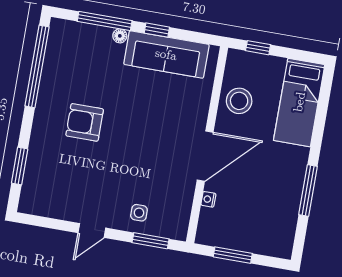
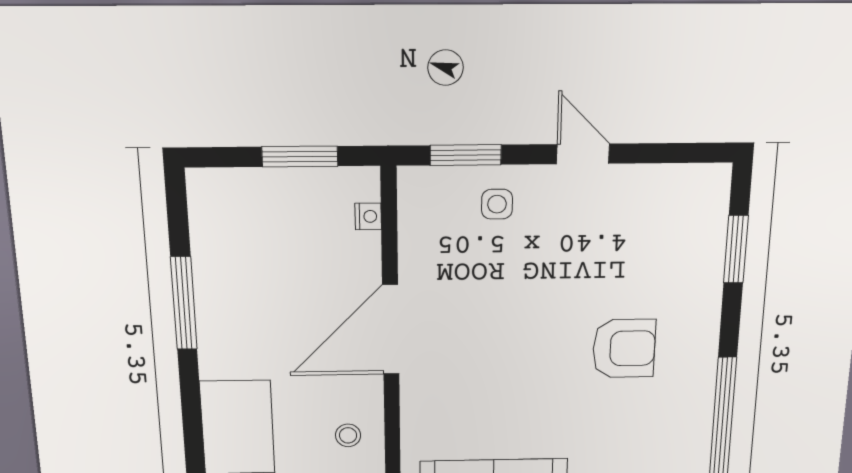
stool: (239, 101) -> (348, 435), width x0.53, depth x0.53
nightstand: (208, 199) -> (368, 216), moved
door: (92, 230) -> (583, 154), hinge flipped

